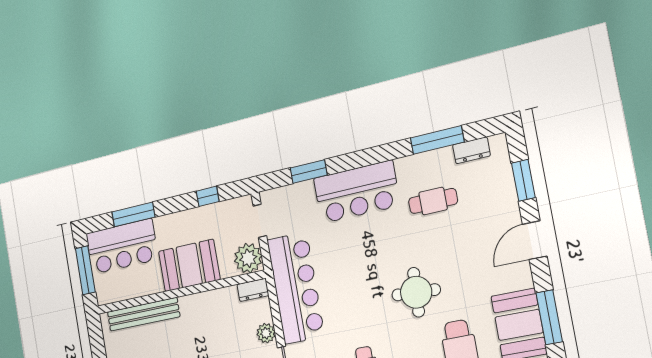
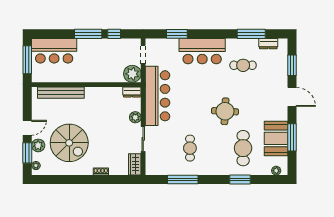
window: (133, 214) -> (88, 34), moved
door: (535, 240) -> (292, 97), swing flipped
booth: (189, 265) -> (95, 70), removed

